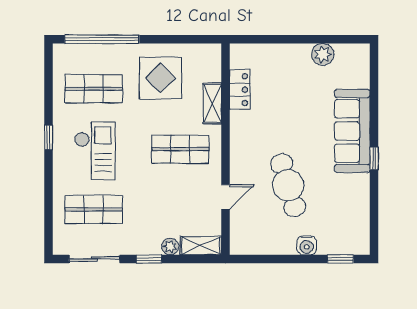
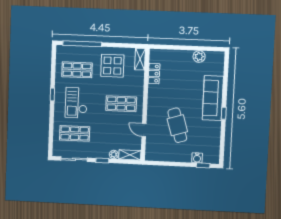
shelving: (212, 103) -> (140, 59), moved
checkout: (95, 151) -> (76, 103), turned 180
door: (226, 197) -> (144, 130), swing flipped
water cooler: (307, 245) -> (197, 158), moved

